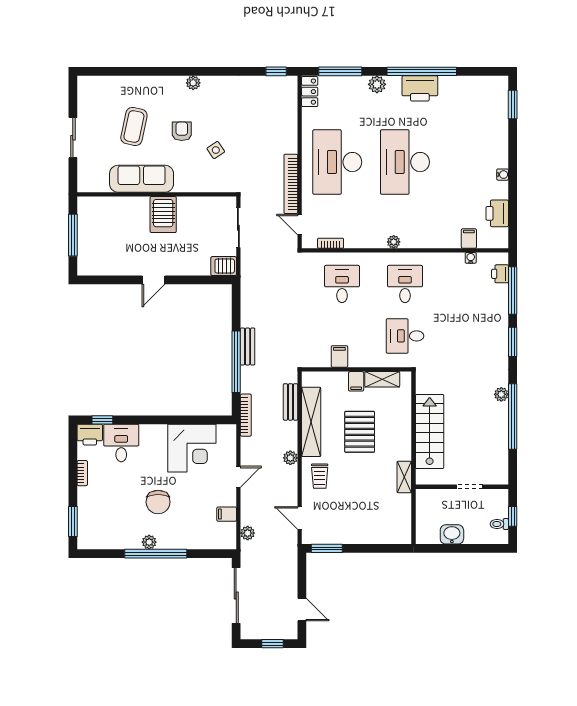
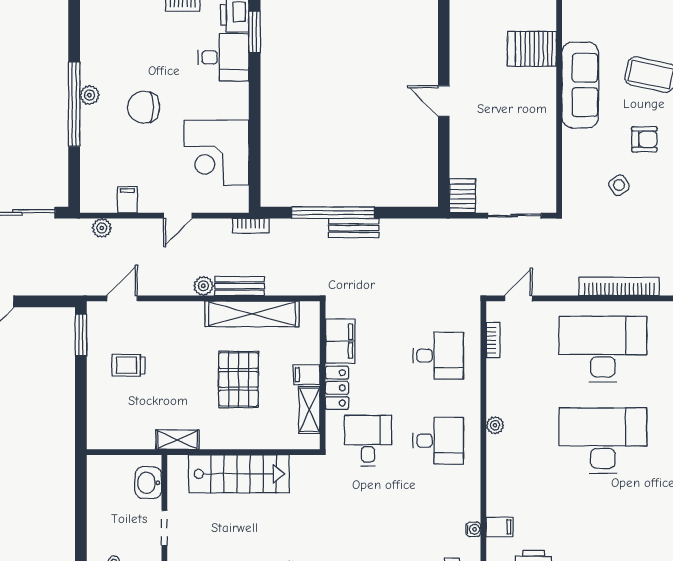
bookcase: (291, 184) -> (619, 286), moved
server rack: (163, 215) -> (532, 49), moved
filing cabinet: (339, 356) -> (340, 341), width x2.00
locker: (366, 359) -> (337, 388), added
bench: (291, 402) -> (240, 286), moved
bookcase: (246, 415) -> (251, 226), width x0.64
window: (102, 420) -> (255, 32), width x1.50
pallet: (360, 432) -> (239, 379), turned 90
trolley: (320, 476) -> (129, 365), moved
door: (238, 477) -> (178, 216), hinge flipped
washbasin: (452, 534) -> (148, 483), moved, turned 180

